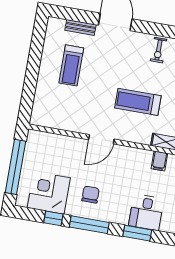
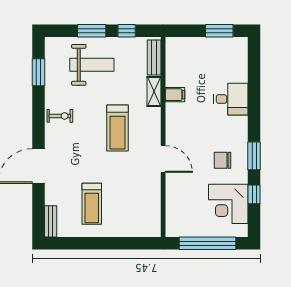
bench: (80, 27) -> (51, 221), moved
treadmill: (71, 65) -> (92, 204), turned 90
window: (89, 225) -> (254, 156), width x0.69
window: (137, 233) -> (254, 104), removed

